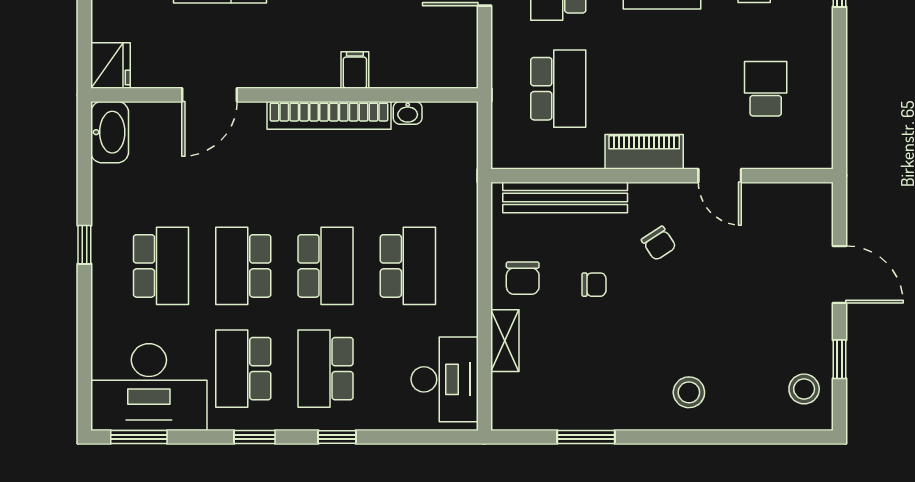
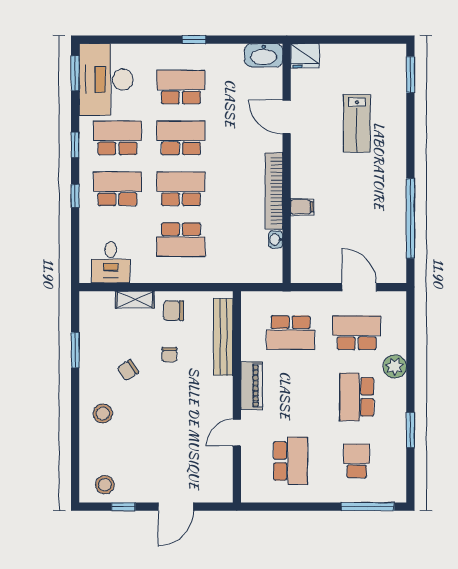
school desk: (766, 89) -> (291, 461), width x1.85
chair: (659, 243) -> (128, 370), moved
school desk: (161, 266) -> (181, 87), turned 180
school desk: (326, 266) -> (181, 189), turned 180
desk: (445, 379) -> (111, 262), width x0.73

